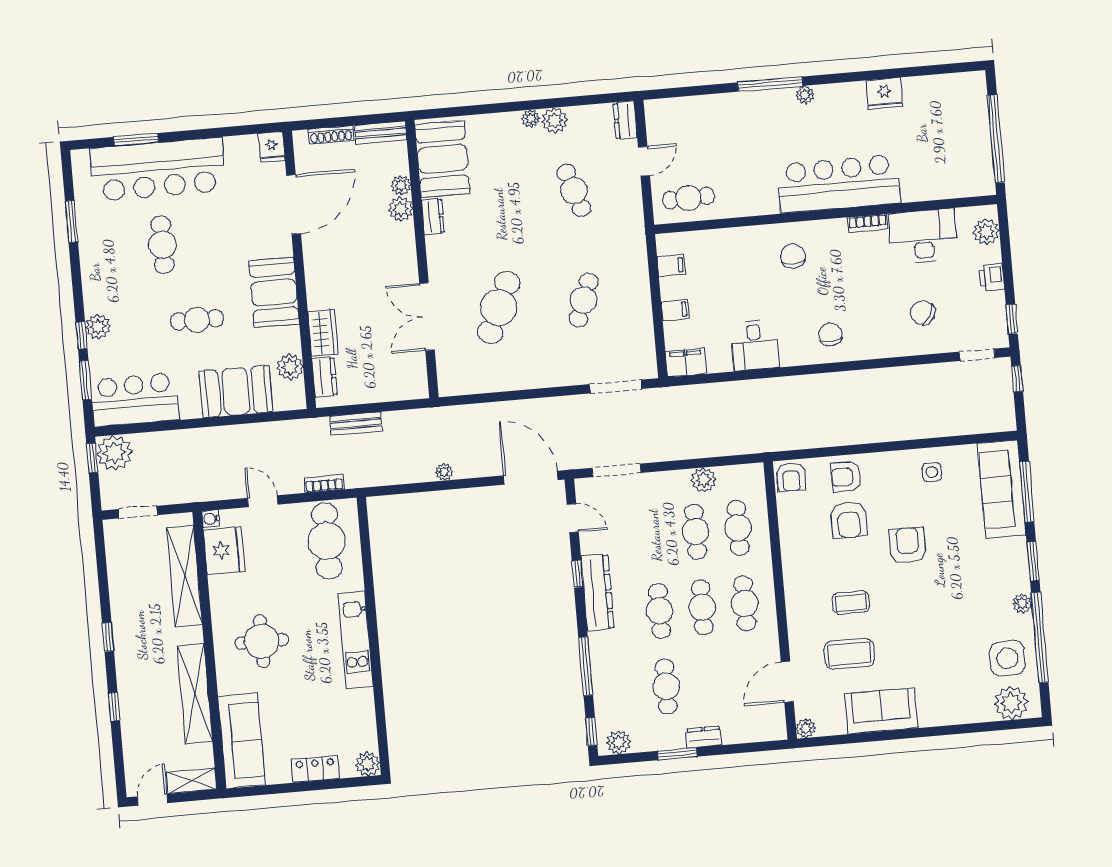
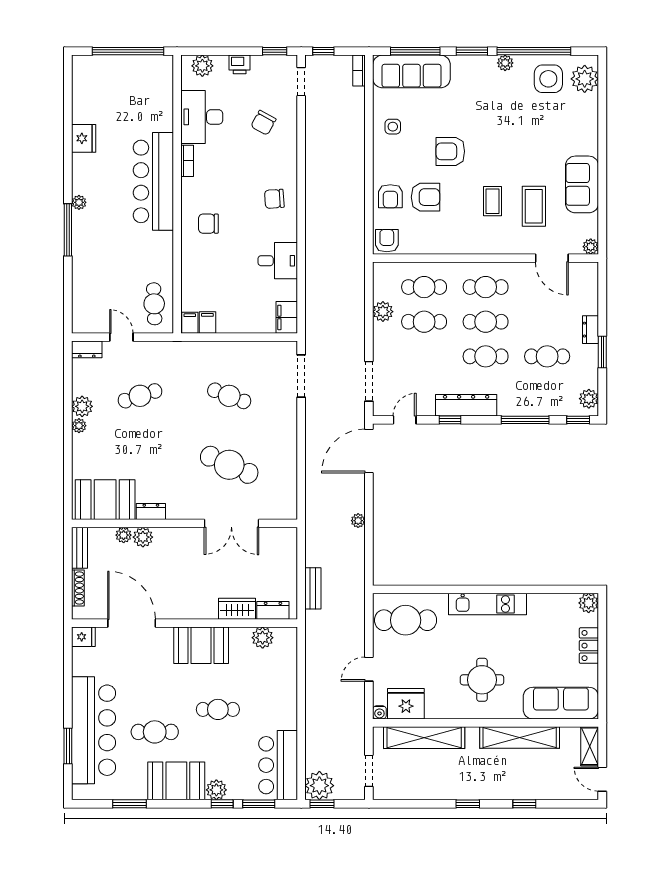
filing cabinet: (675, 310) -> (190, 323), moved
cafe table: (197, 320) -> (218, 709), turned 90
booth: (236, 391) -> (176, 781), moved, turned 90
armchair: (791, 477) -> (387, 241), turned -90
bookcase: (324, 483) -> (359, 70), moved

